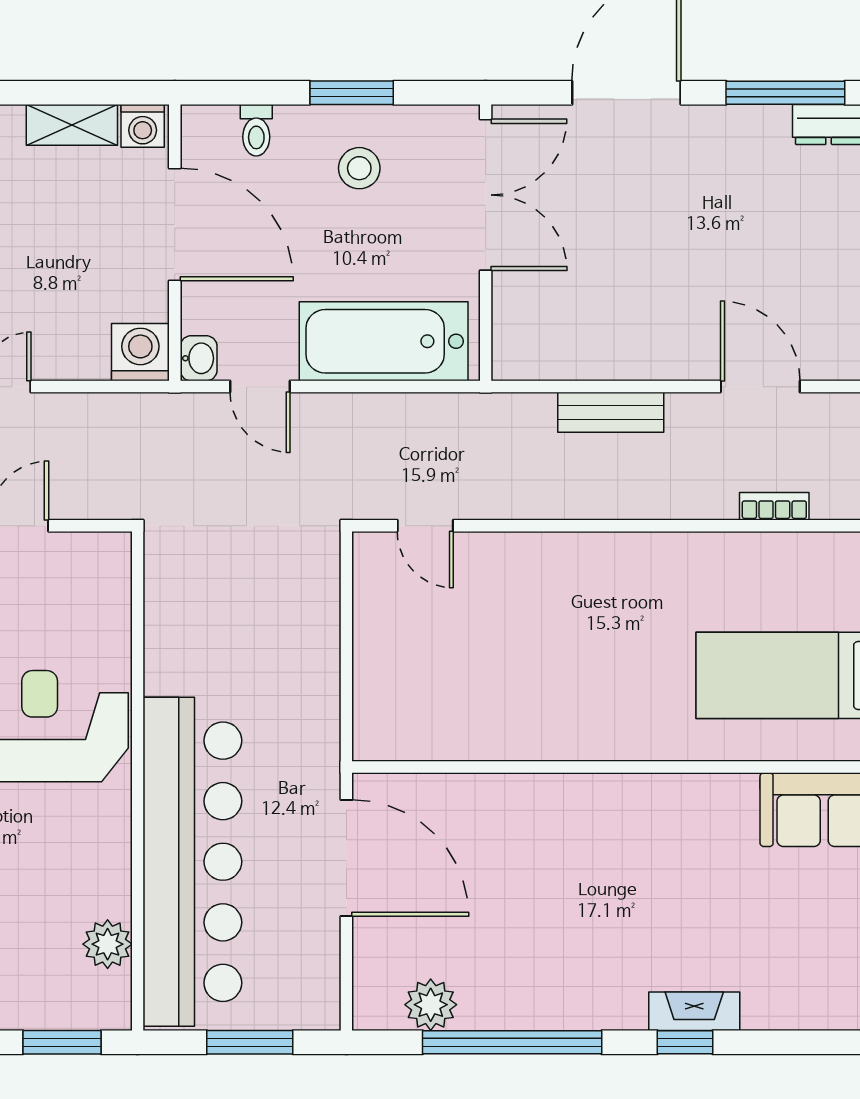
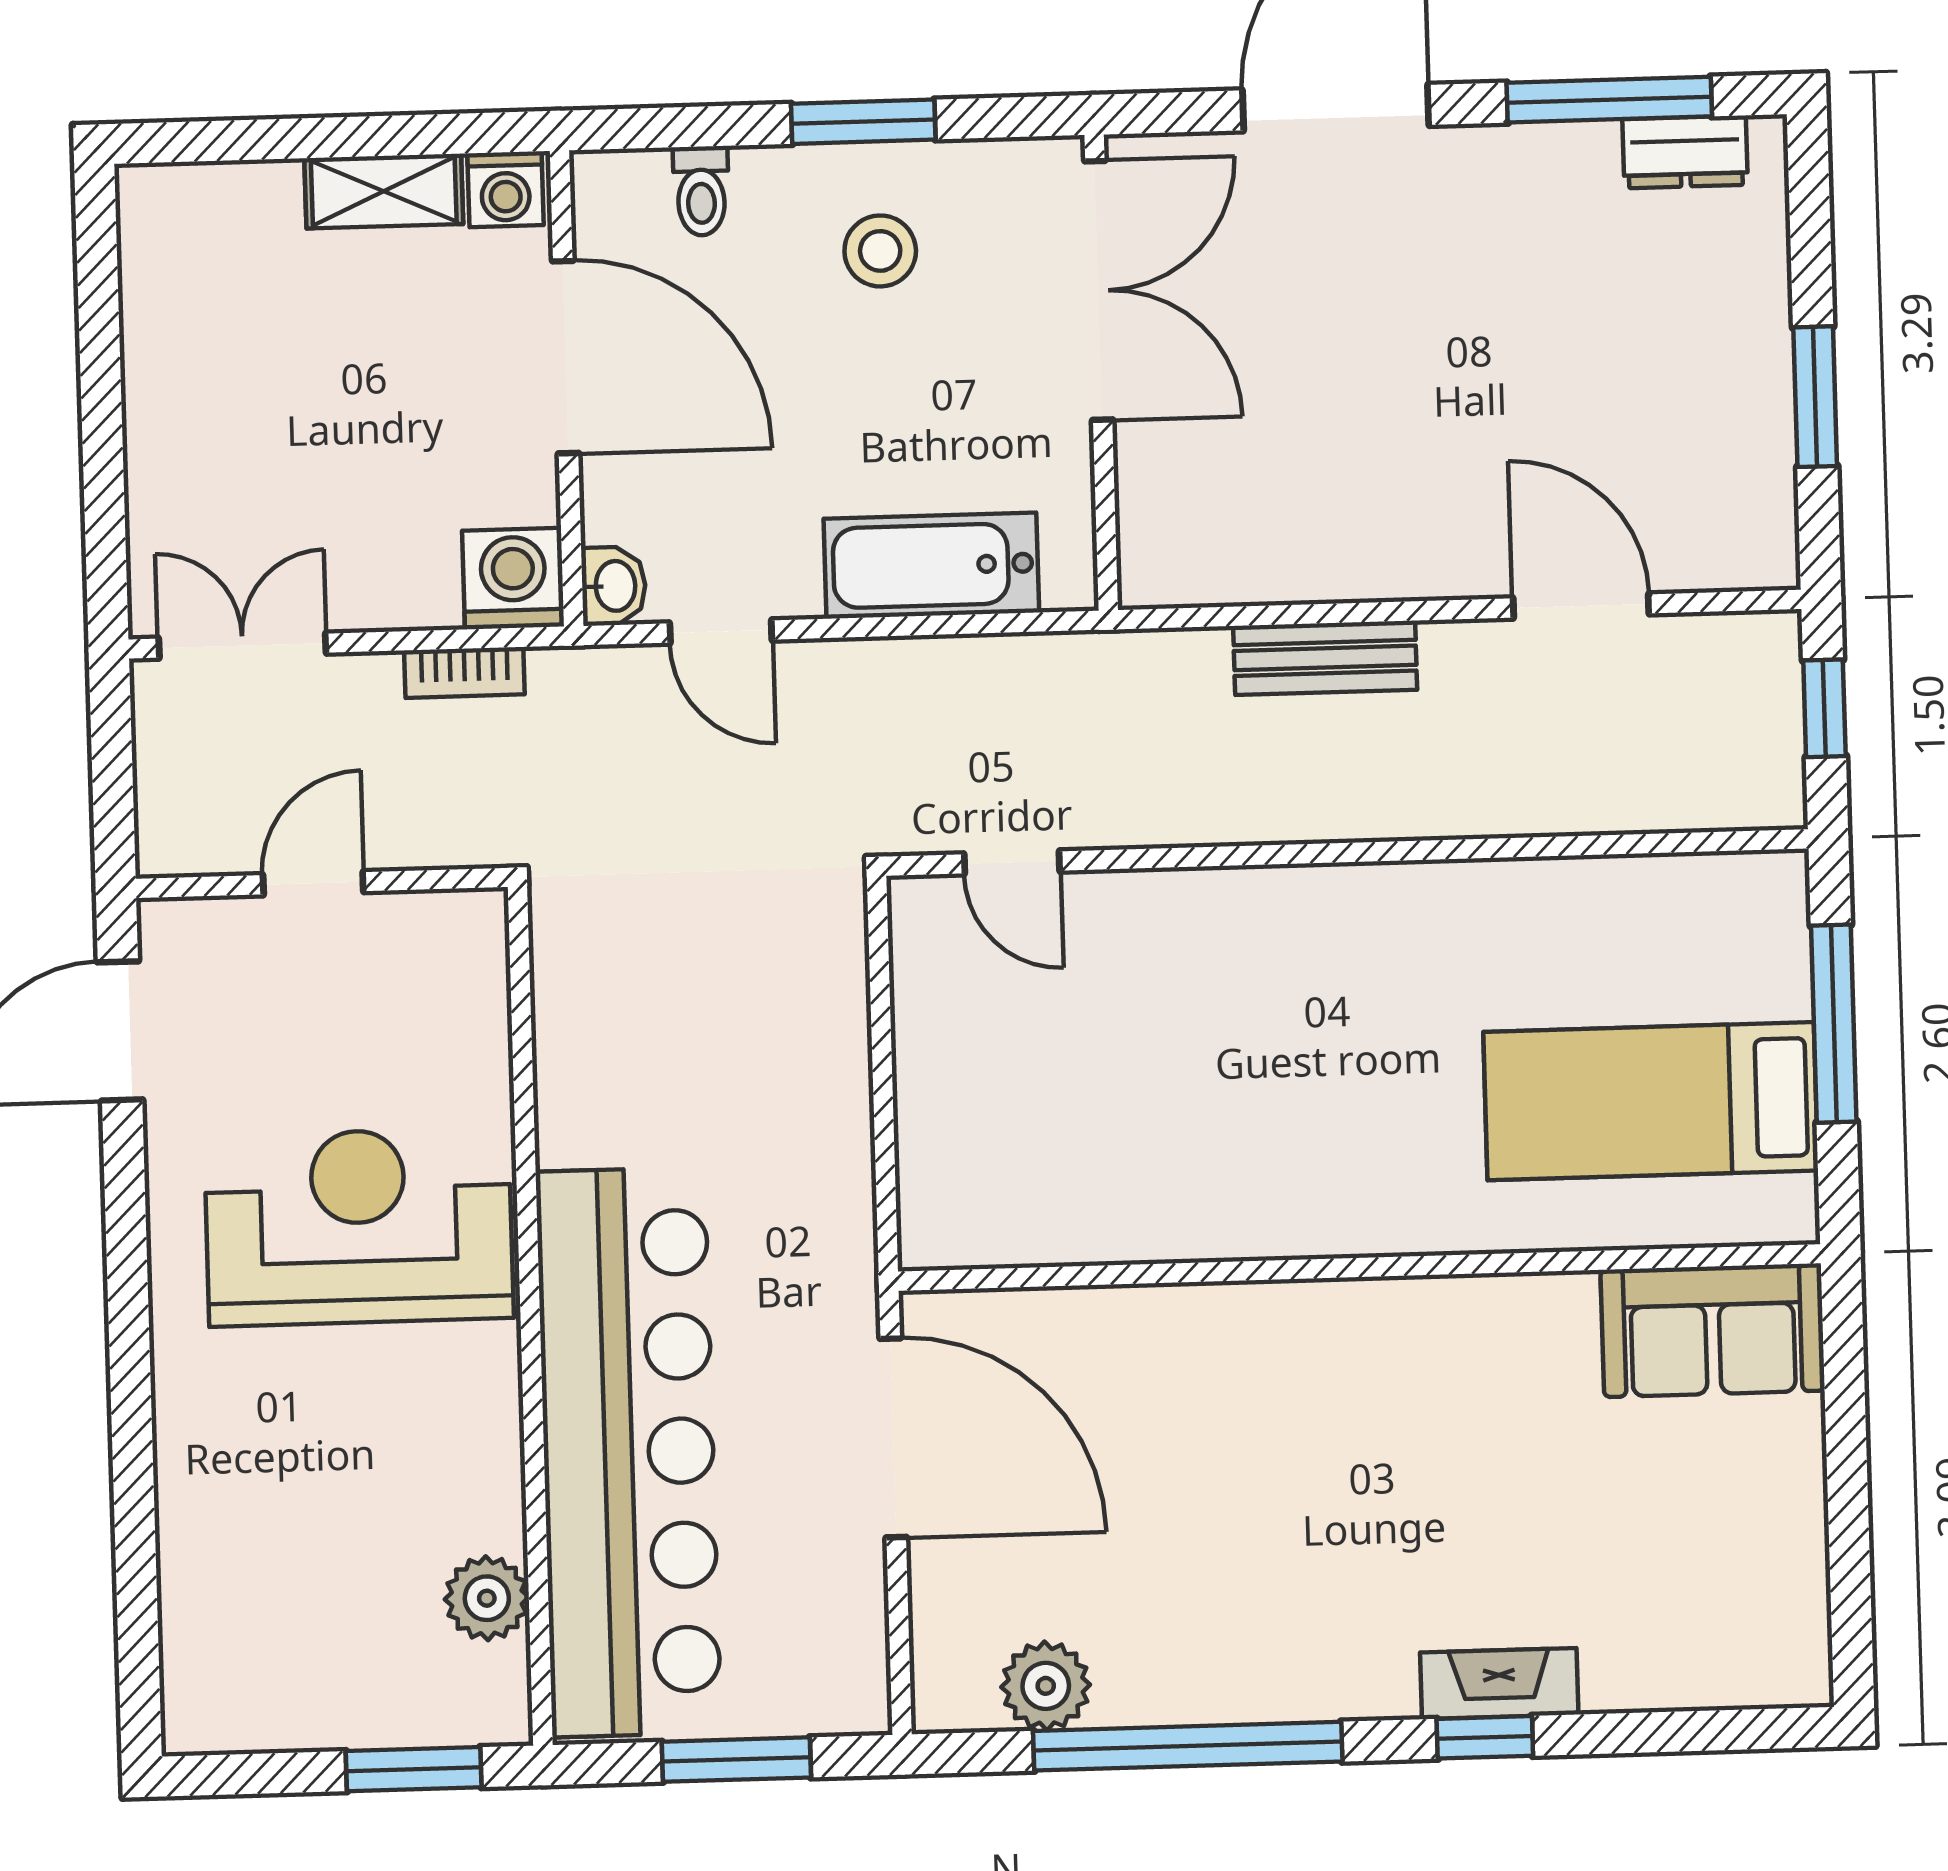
bathtub: (384, 341) -> (931, 566), width x0.73, depth x0.73
bookcase: (774, 506) -> (464, 672), moved, turned 180

